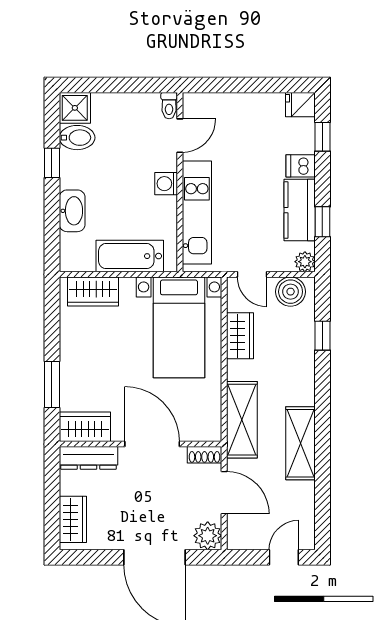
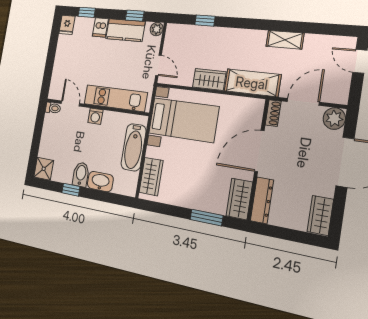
bidet: (77, 138) -> (81, 174), moved
door: (252, 274) -> (158, 65), hinge flipped
boiler: (291, 292) -> (173, 40), removed
wardrobe: (240, 336) -> (209, 79), moved
shelving: (300, 443) -> (285, 40), width x0.67, depth x0.75
wardrobe: (73, 519) -> (320, 215), moved, turned -90

